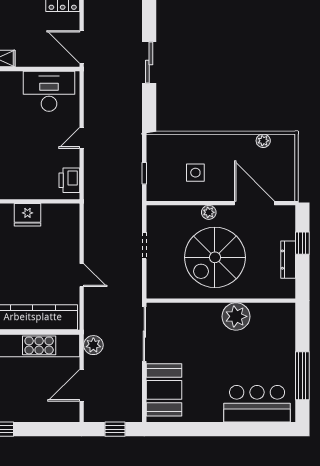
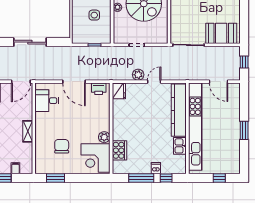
sliding door: (149, 63) -> (30, 42), width x1.37
desk: (49, 91) -> (47, 101), width x0.73
door: (82, 138) -> (74, 82), width x1.88
fridge: (27, 215) -> (119, 91), moved
plant: (93, 345) -> (138, 75), moved

